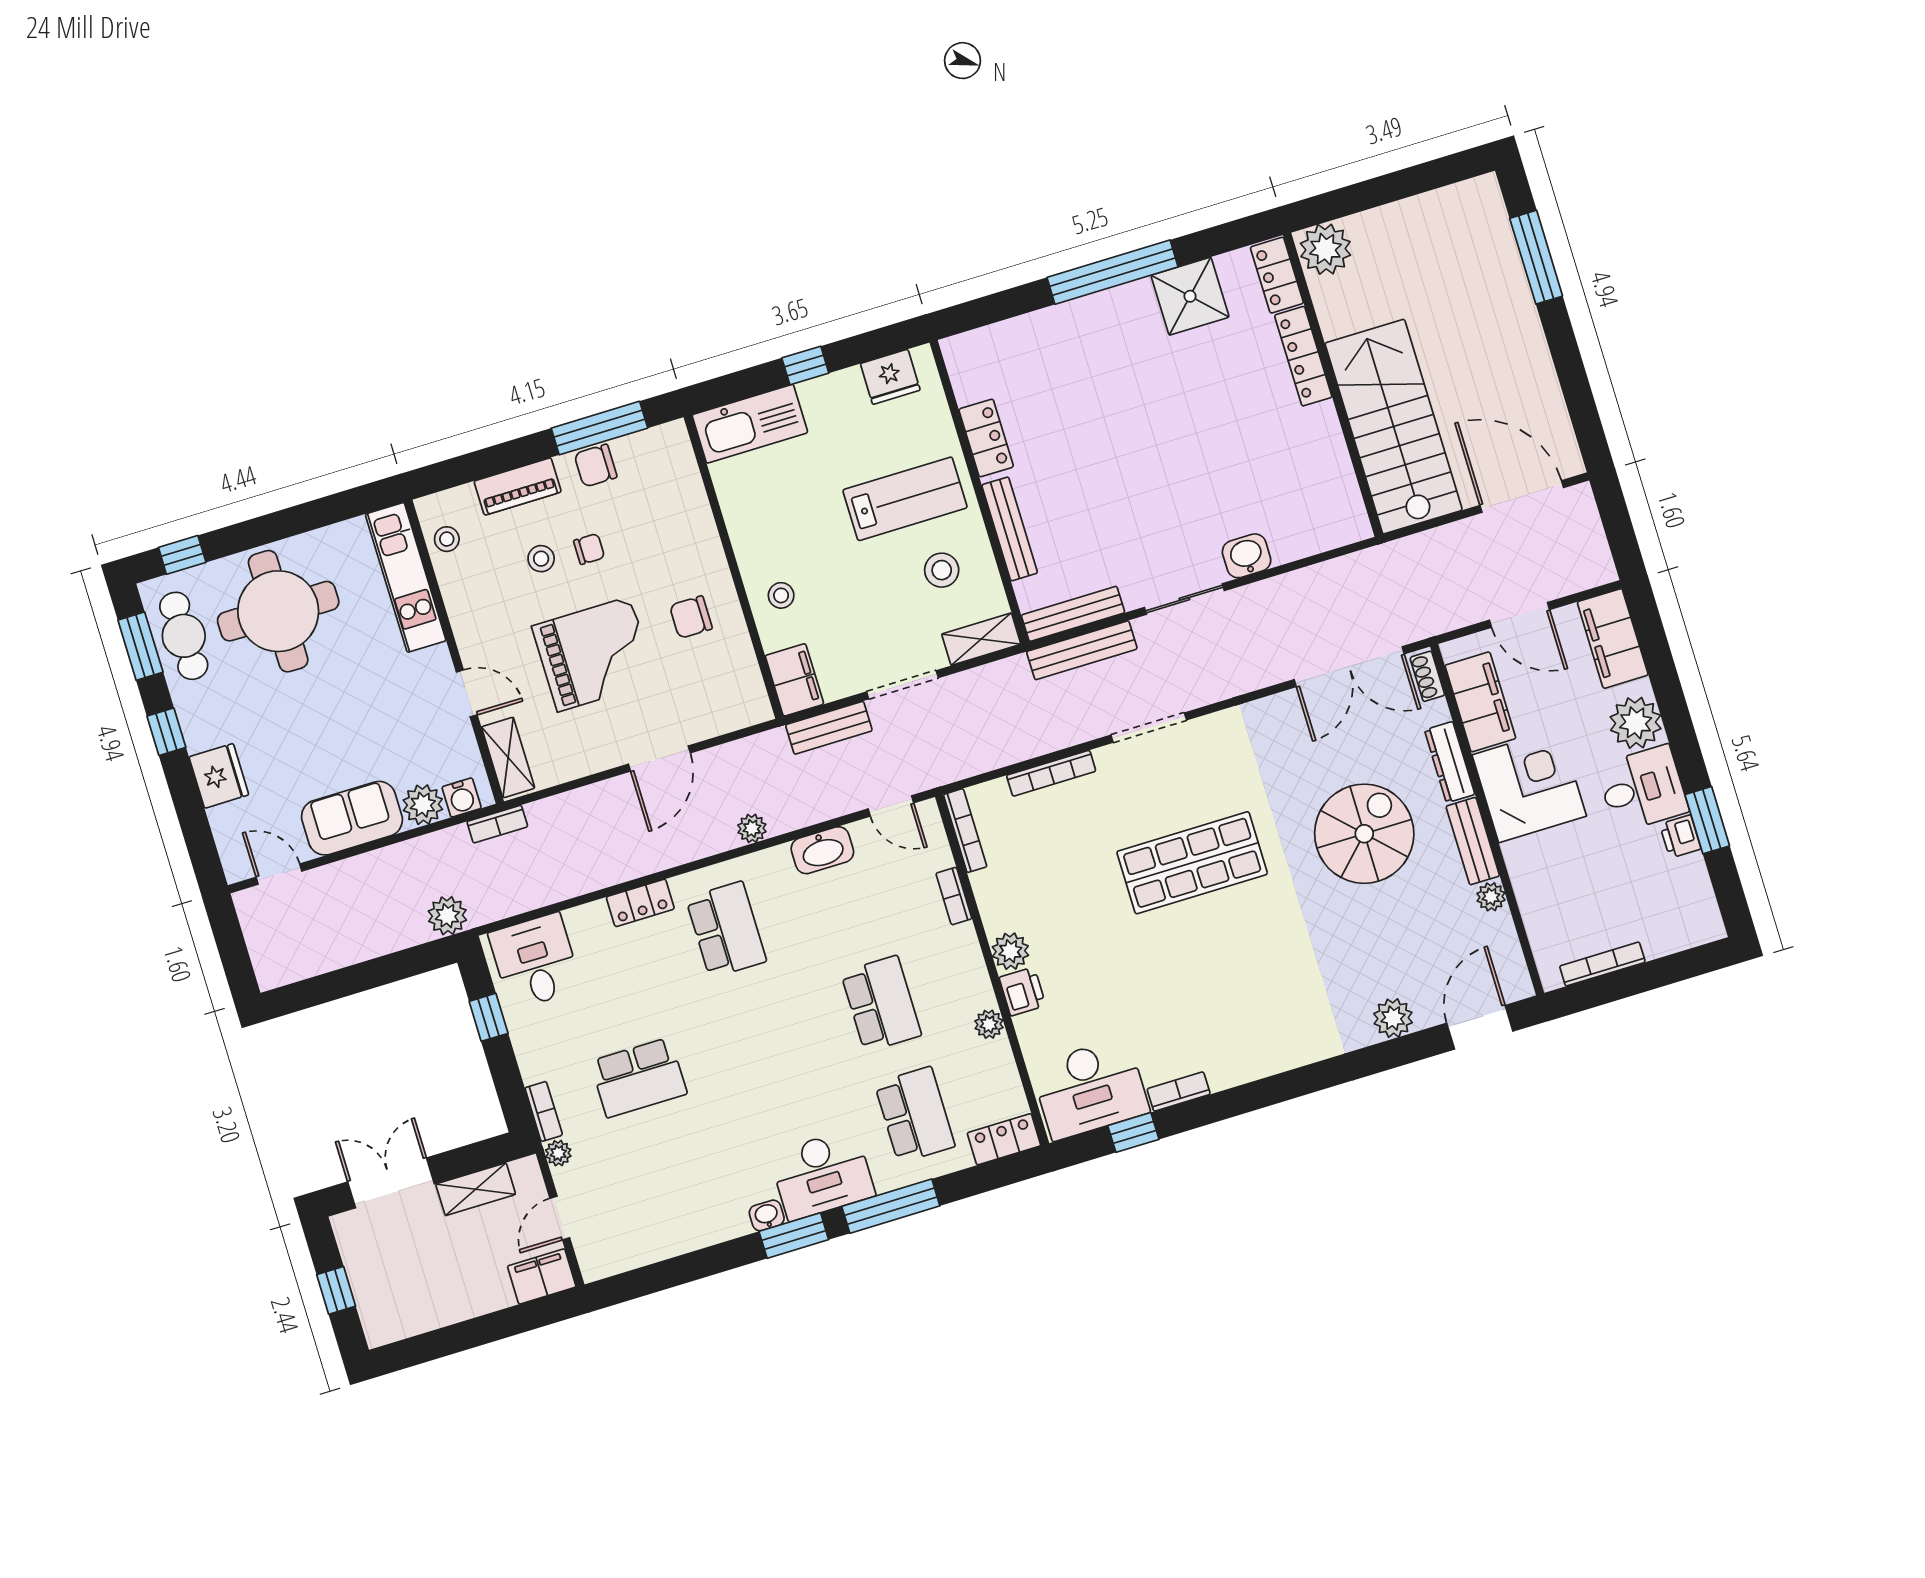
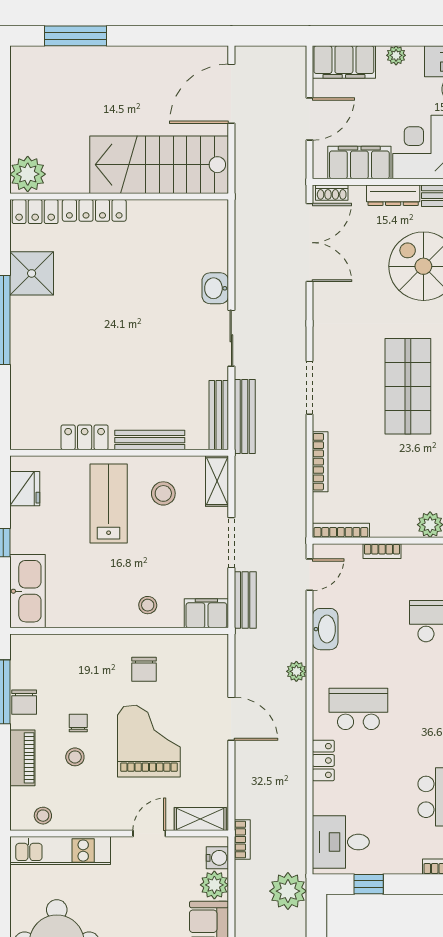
plant: (1636, 723) -> (396, 55), width x0.53, depth x0.53
plant: (447, 916) -> (288, 891), width x1.36, depth x1.36

